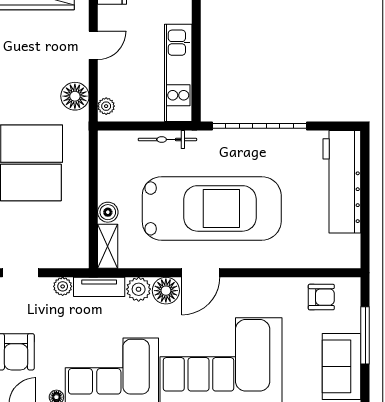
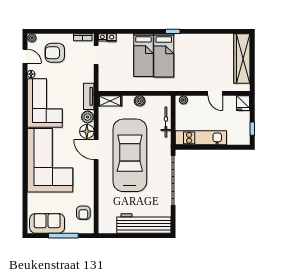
floor lamp: (75, 96) -> (189, 84), removed
bicycle: (167, 140) -> (166, 122), moved
car: (212, 208) -> (130, 155), turned 180
boiler: (108, 212) -> (140, 101), moved
plant: (63, 286) -> (89, 77), removed

